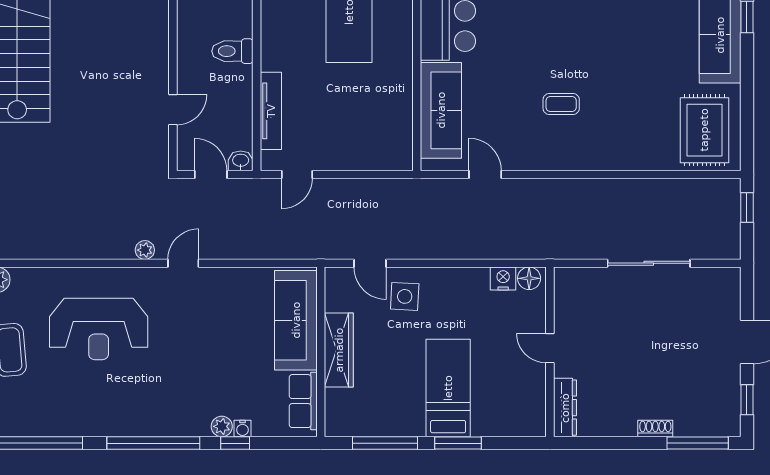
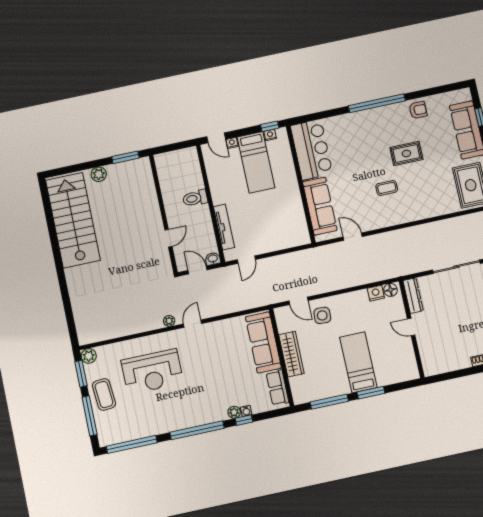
rug: (608, 52) -> (406, 153), added
dresser: (565, 408) -> (413, 296), moved

